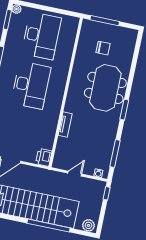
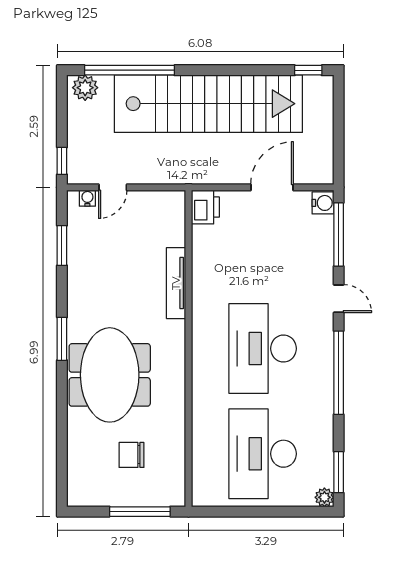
tv unit: (65, 125) -> (176, 283), width x1.41
window: (115, 153) -> (62, 246), width x0.69
door: (75, 174) -> (113, 187), moved
window: (48, 226) -> (130, 70), moved

